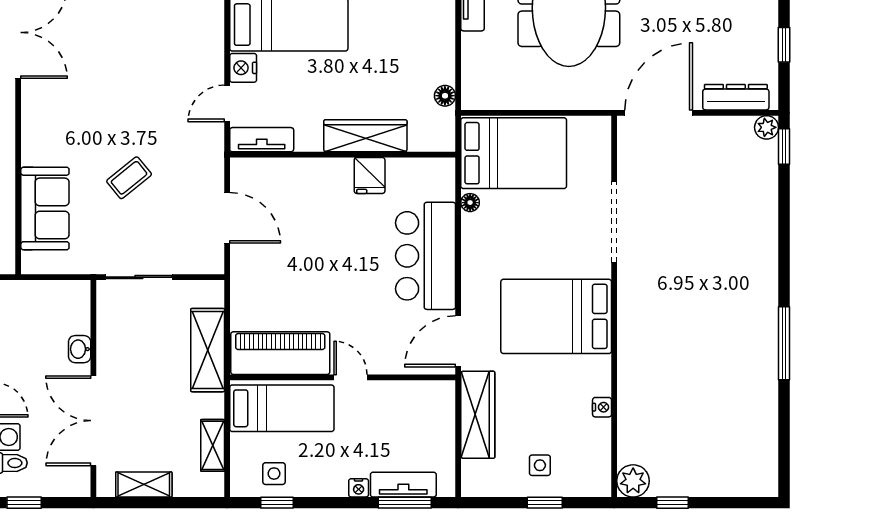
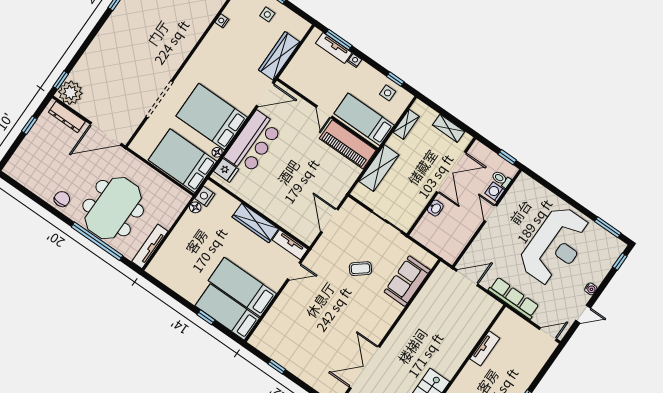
nightstand: (243, 68) -> (205, 196), moved, turned 180
plant: (767, 127) -> (70, 93), width x1.88, depth x1.88
wardrobe: (365, 136) -> (255, 223), moved
fridge: (370, 175) -> (226, 170), moved, turned 90
bed: (556, 316) -> (212, 117), moved, turned 180

